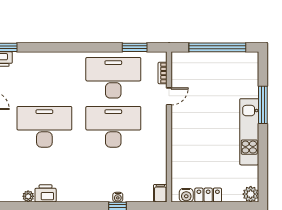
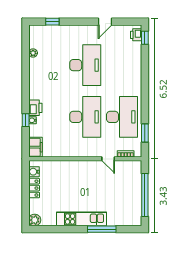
printer: (46, 193) -> (35, 108), moved
filing cabinet: (160, 193) -> (35, 147), width x2.00

